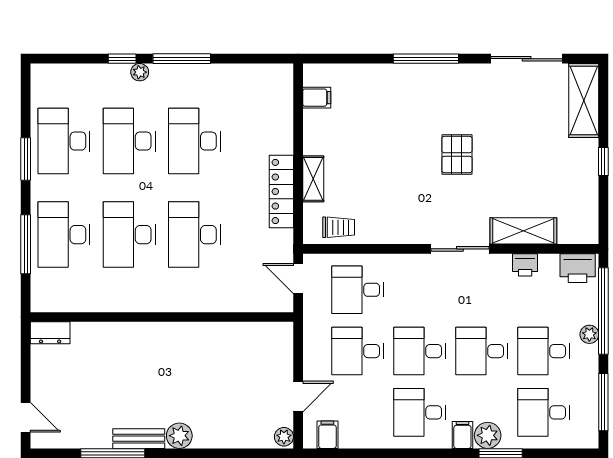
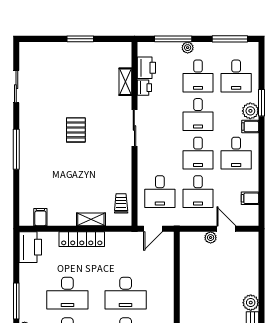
sliding door: (527, 59) -> (16, 87), width x0.73
printer: (268, 81) -> (30, 247), added
shelving: (584, 100) -> (42, 51), removed
pallet: (457, 155) -> (76, 130), turned 90
window: (603, 162) -> (80, 39), width x1.50
locker: (281, 192) -> (82, 239), moved
shelving: (523, 231) -> (125, 82), width x0.67, depth x0.75
printer: (578, 268) -> (146, 68), moved
window: (603, 311) -> (173, 39), width x0.68
filing cabinet: (327, 435) -> (250, 198), moved
plant: (284, 437) -> (211, 238), moved

